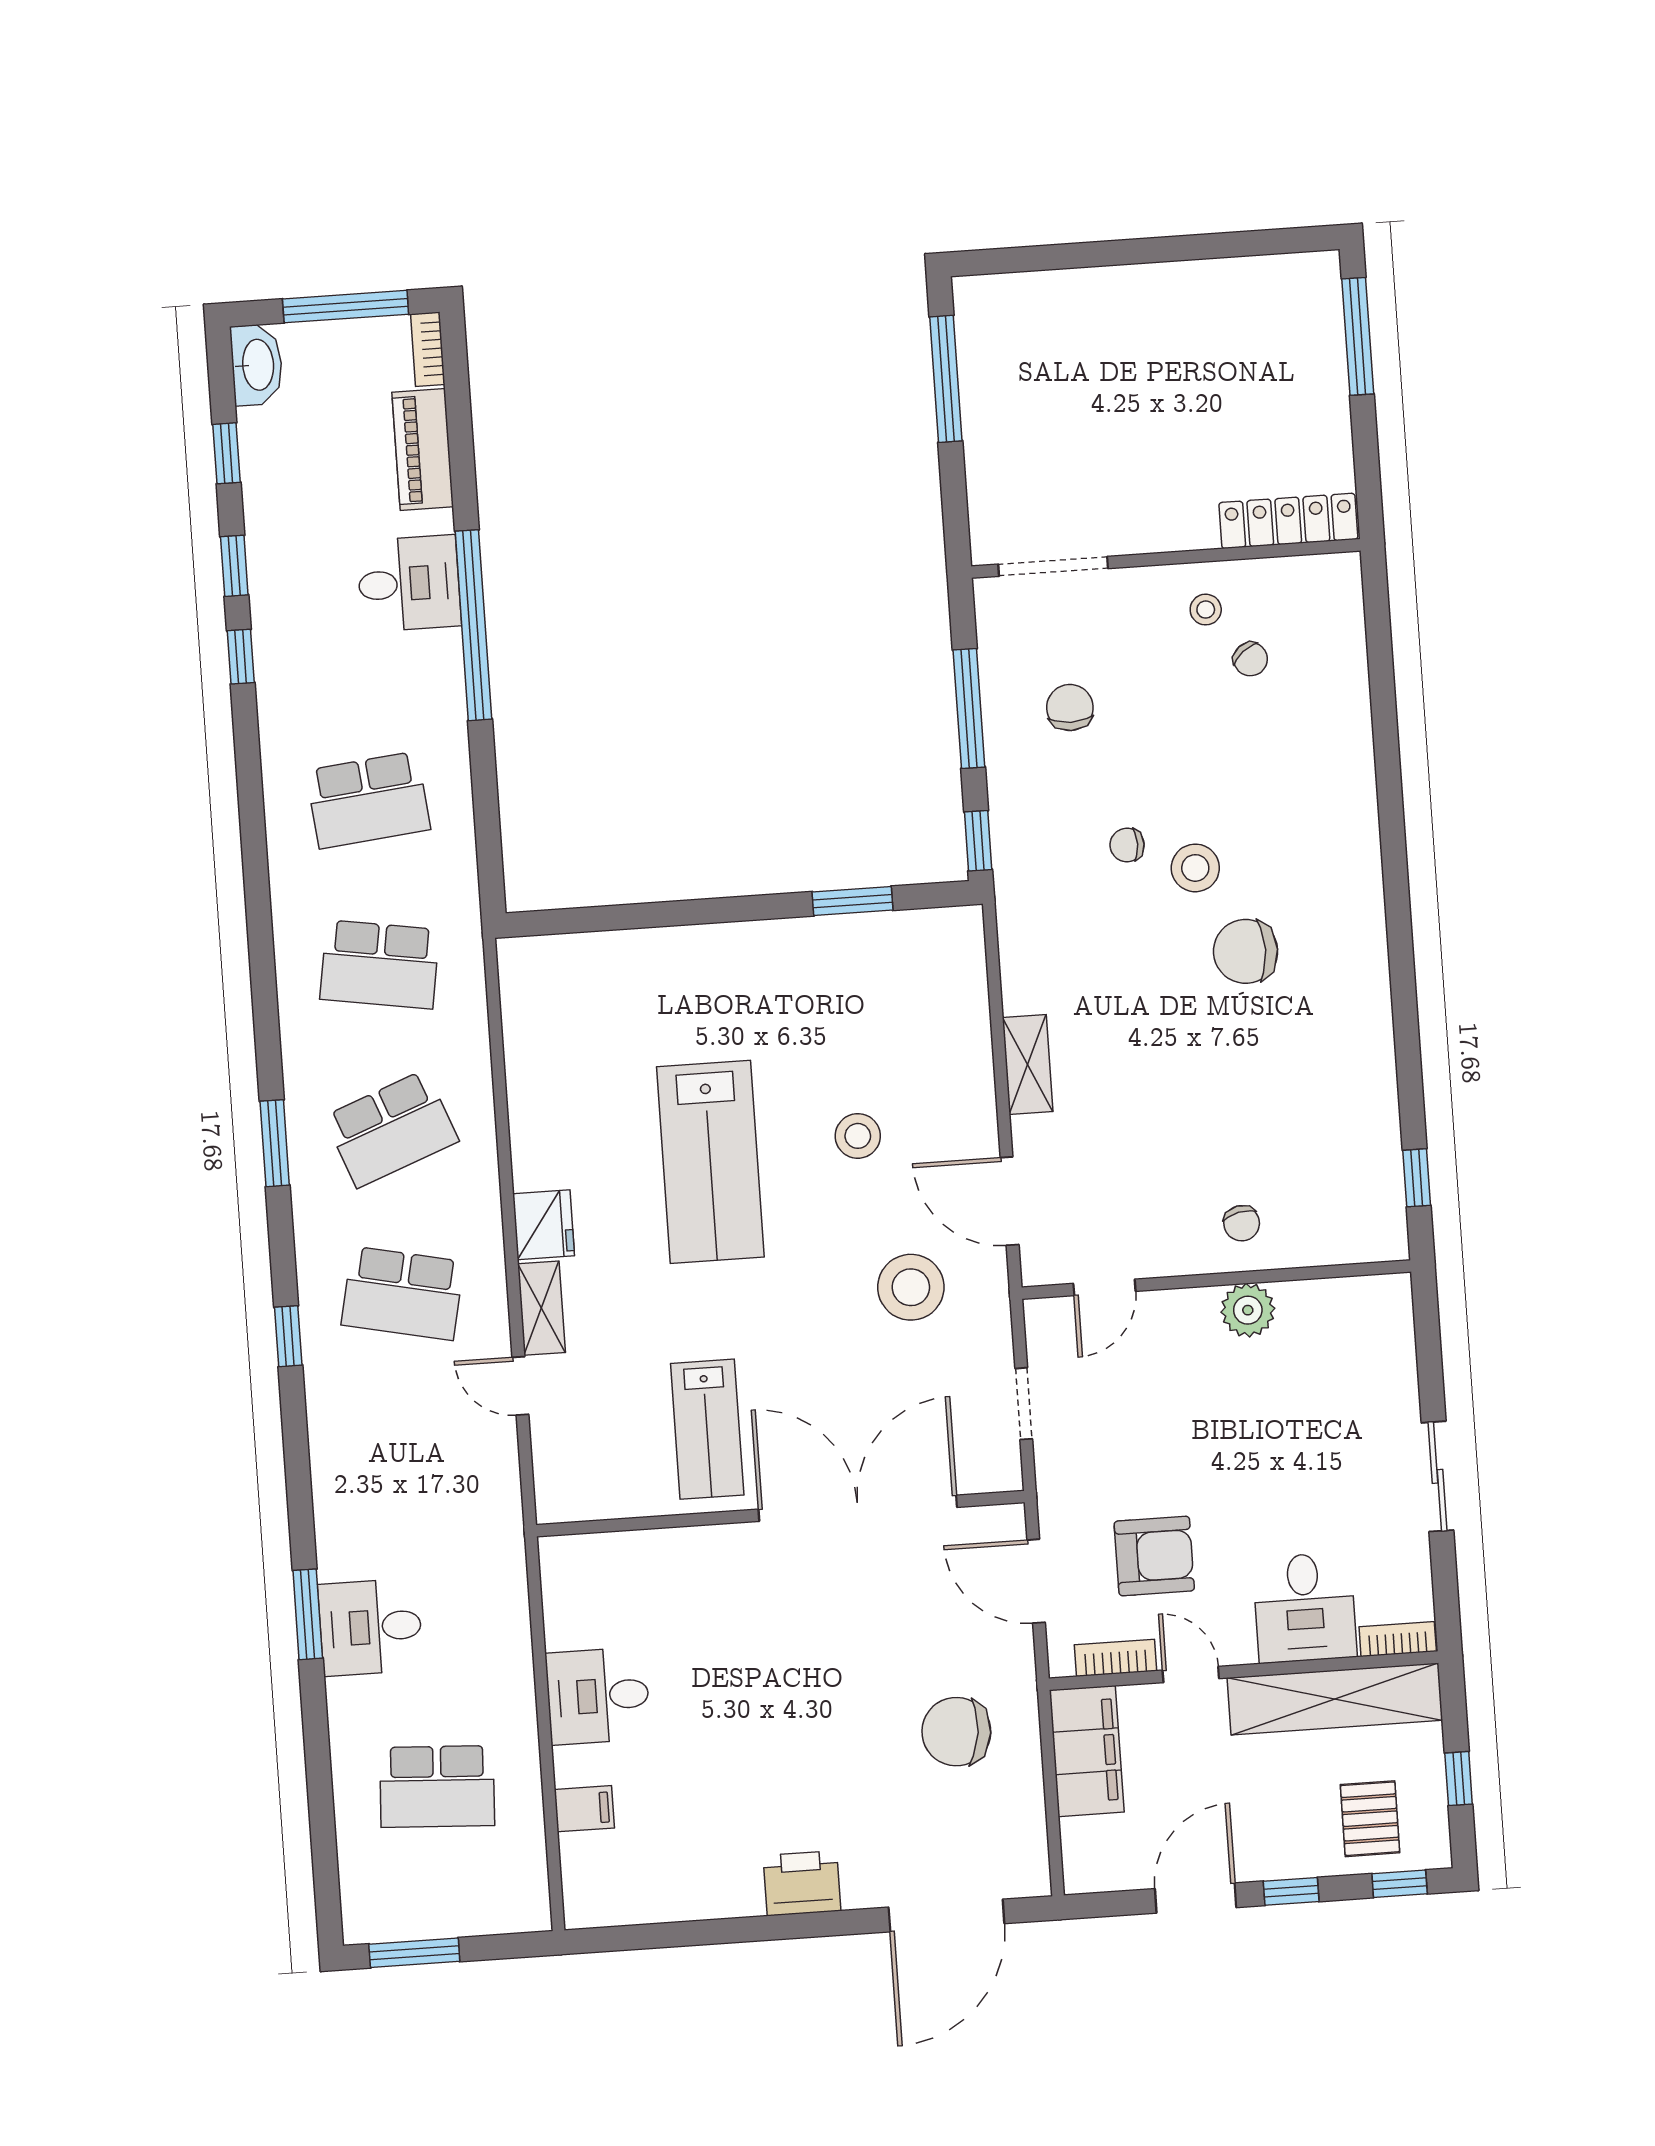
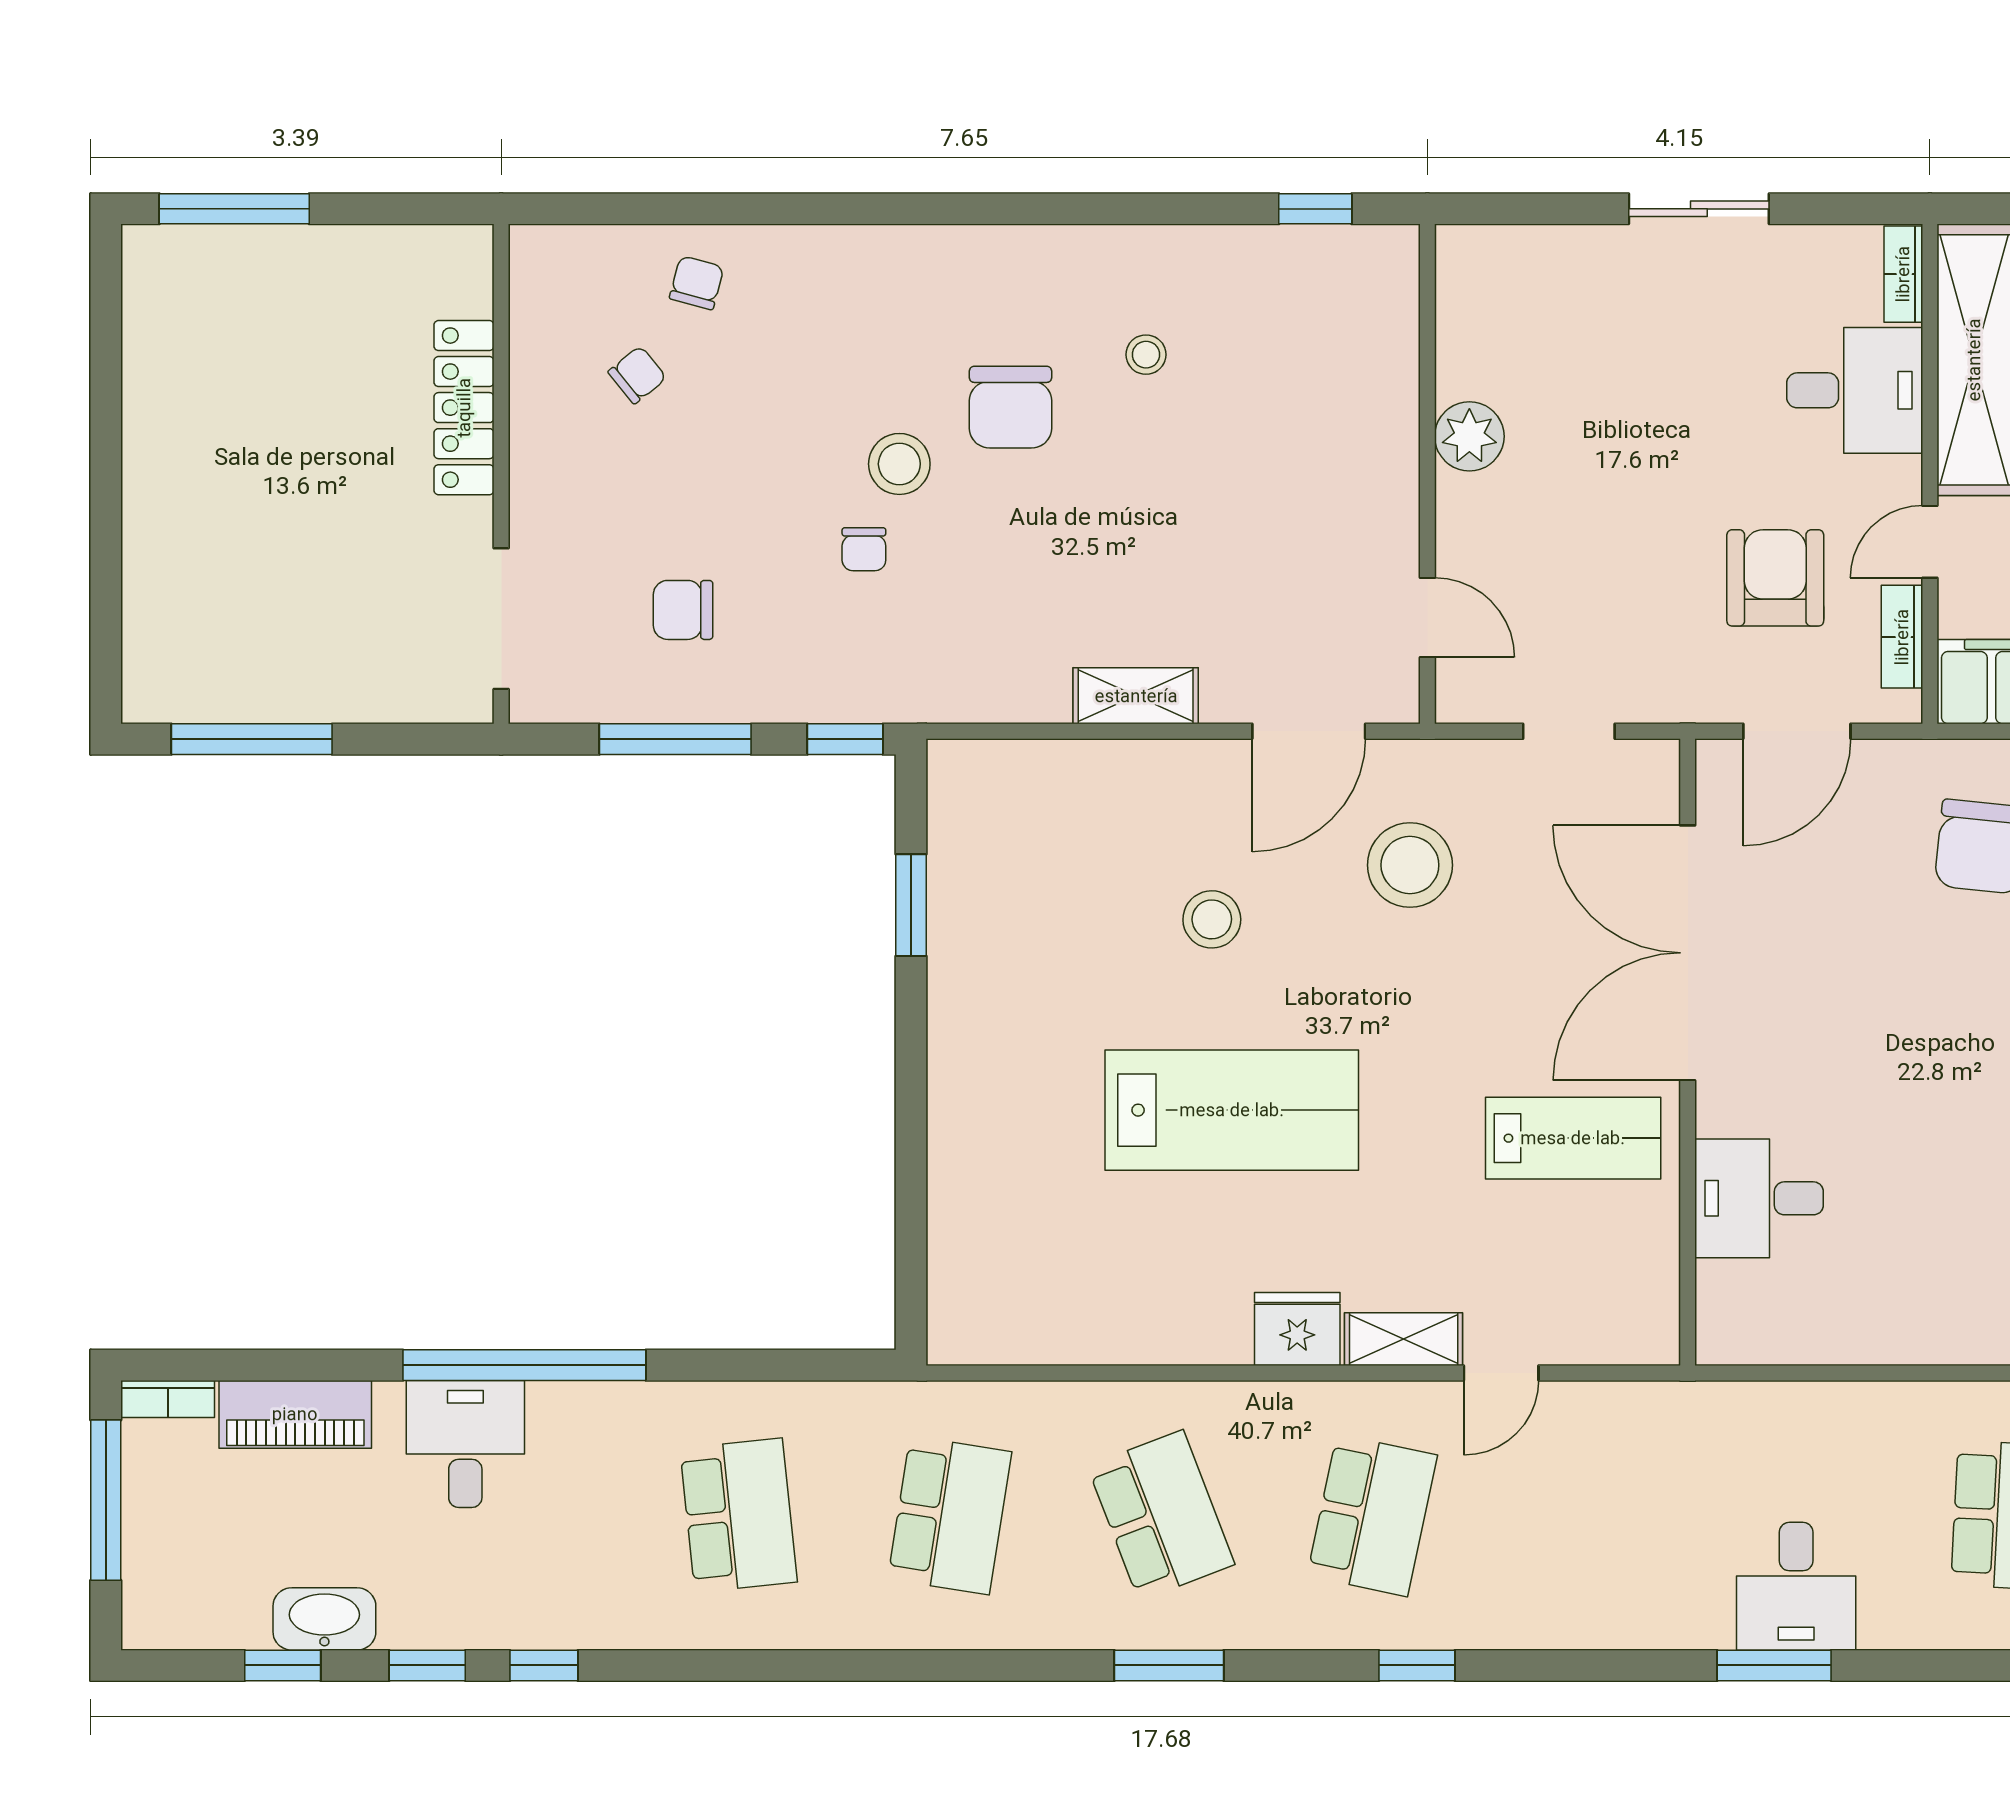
washbasin: (257, 365) -> (324, 1619), moved
locker: (1288, 521) -> (464, 408), moved
stool: (1206, 610) -> (1146, 355), moved
chair: (1242, 1223) -> (697, 283), moved, turned -63
desk: (598, 1696) -> (1759, 1198), moved, turned 90

